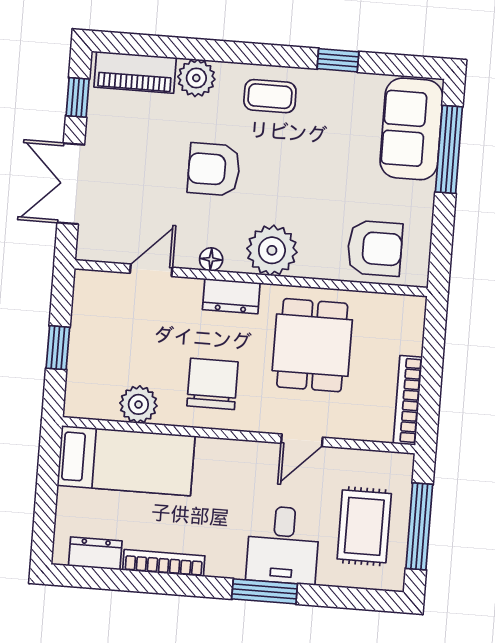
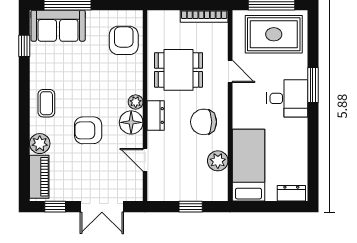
window: (338, 60) -> (24, 46), moved
armchair: (214, 169) -> (88, 130), turned 89
plant: (272, 250) -> (136, 102), width x0.53, depth x0.53
floor lamp: (211, 259) -> (131, 122), width x1.89, depth x1.89
rug: (364, 526) -> (274, 34), width x1.36, depth x1.43
desk: (283, 545) -> (287, 98), moved
dresser: (95, 553) -> (291, 193), moved, turned 90
bookcase: (164, 563) -> (302, 141), removed

